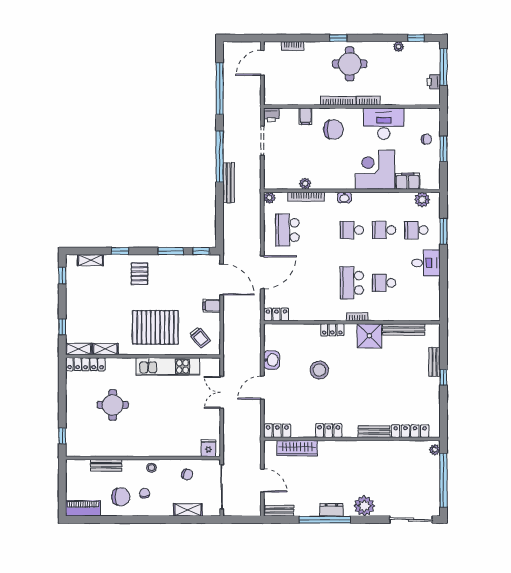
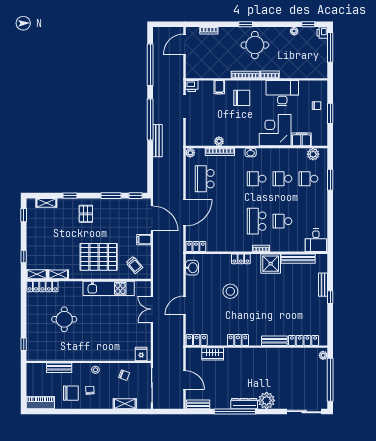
printer: (434, 82) -> (322, 33), moved
desk: (426, 263) -> (316, 240), moved, turned 90
washbasin: (272, 360) -> (192, 268), moved
wardrobe: (297, 448) -> (213, 354), width x0.67
dresser: (331, 510) -> (244, 404), width x1.44

